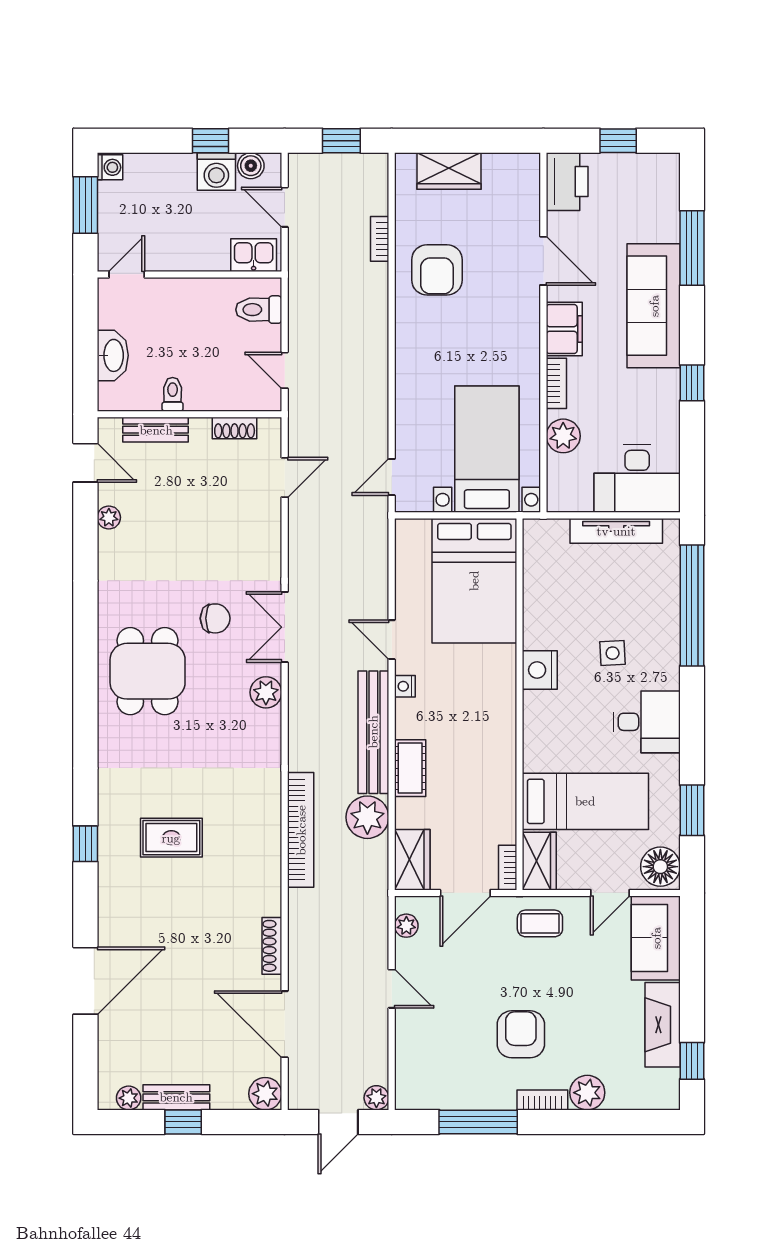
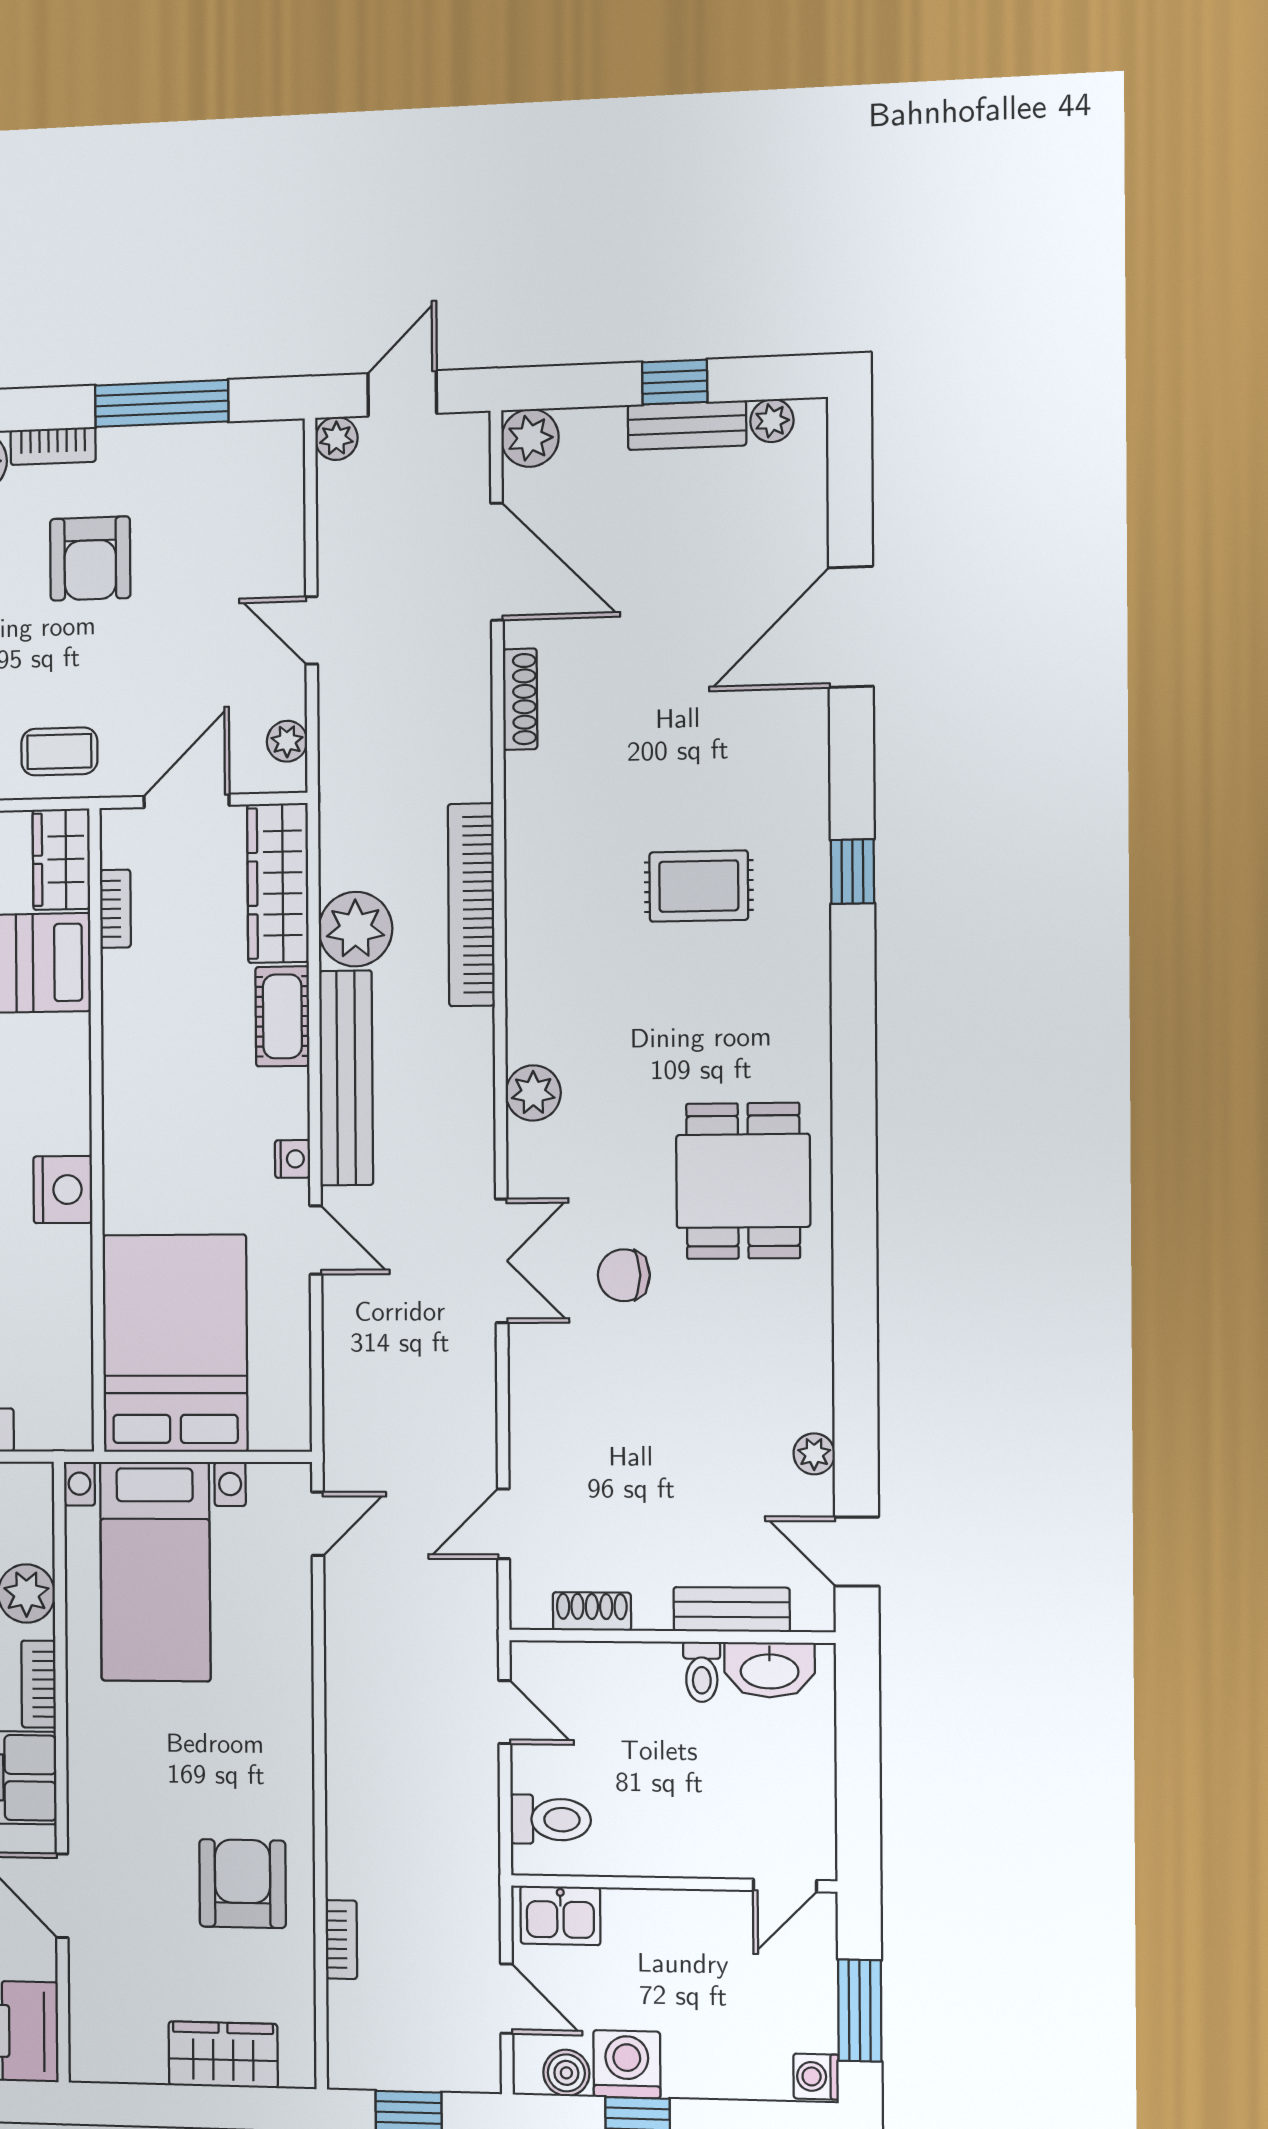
washbasin: (113, 355) -> (770, 1670), moved, turned -90
plant: (266, 692) -> (533, 1093), moved
wardrobe: (412, 860) -> (278, 883), width x1.50
bookcase: (508, 868) -> (115, 909), moved

